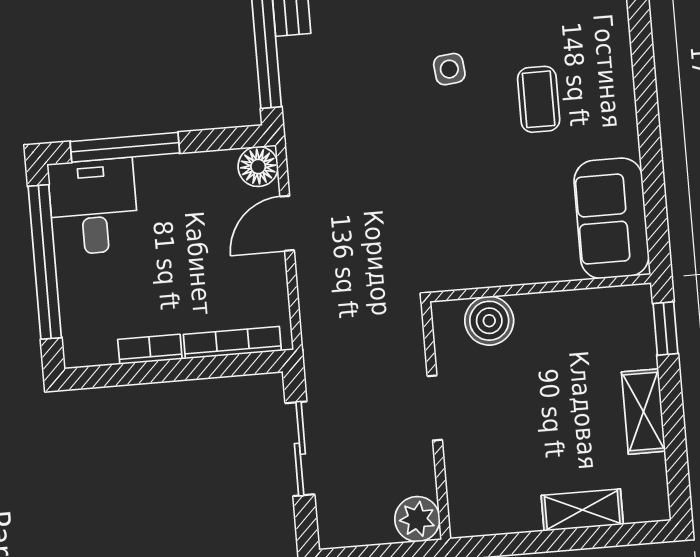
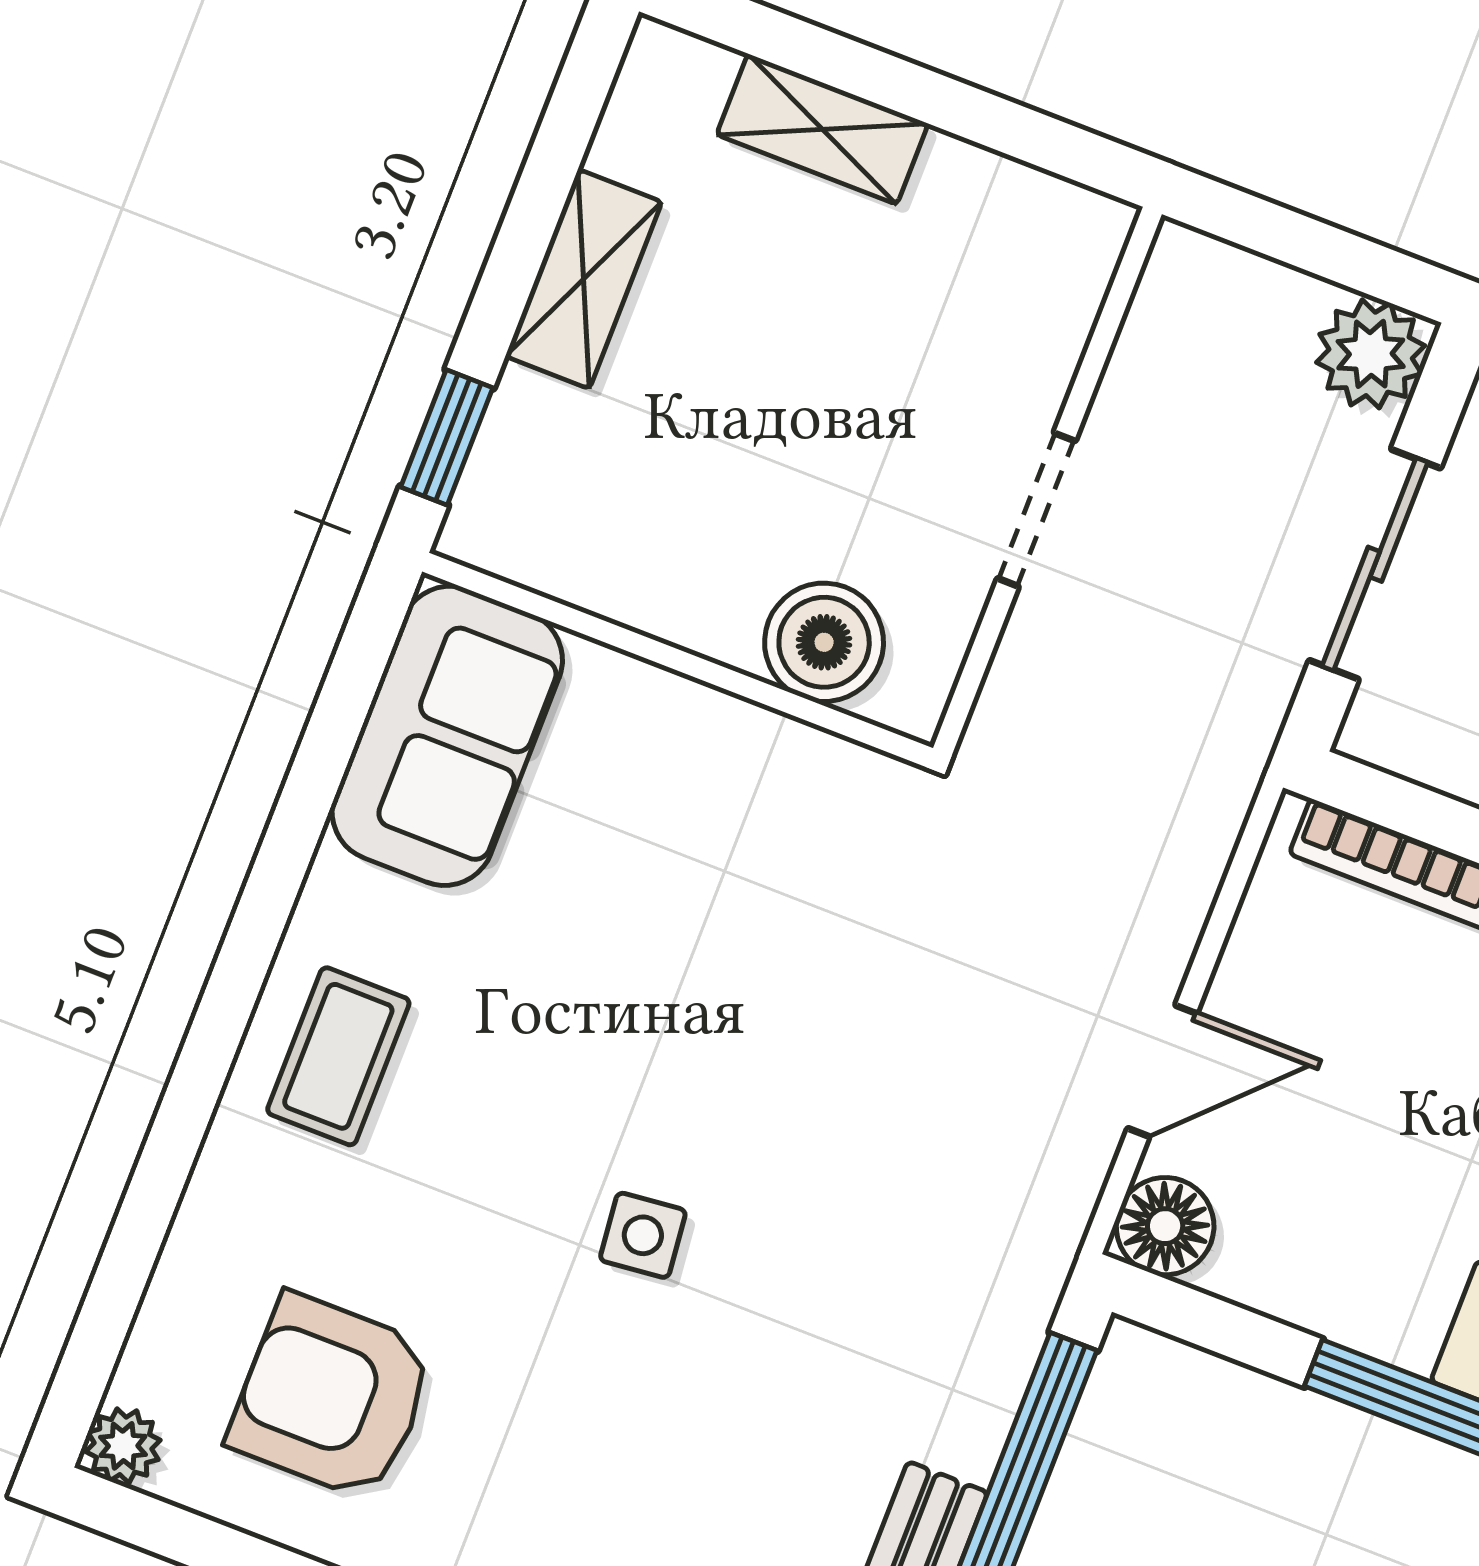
coffee table: (539, 99) -> (338, 1056), moved
plant: (417, 519) -> (1371, 354), moved

